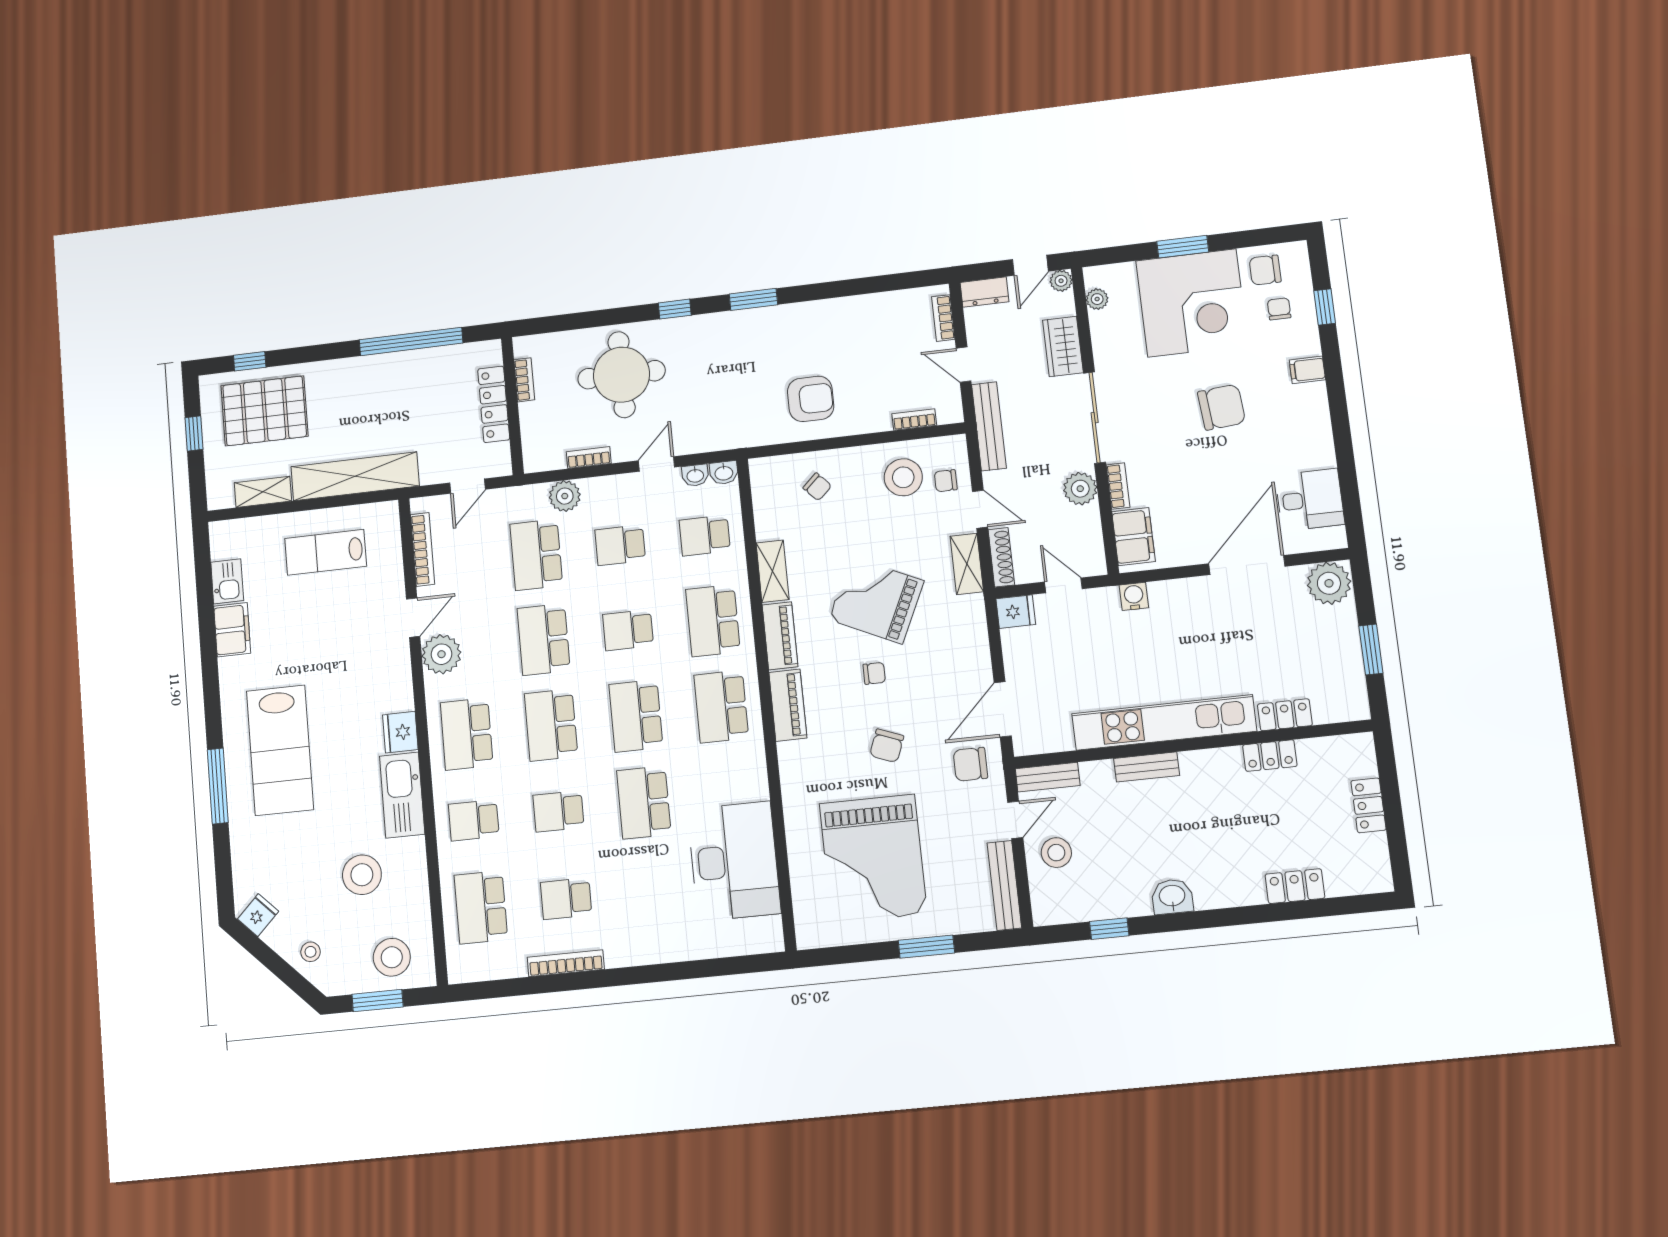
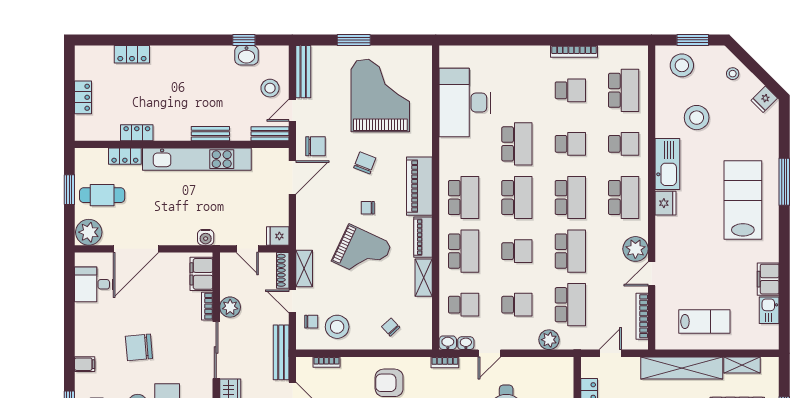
bookcase: (589, 458) -> (445, 362), moved
cafe table: (1315, 646) -> (102, 195), added
piano: (788, 705) -> (419, 186), width x1.37, depth x1.33
washbasin: (1172, 897) -> (246, 55), moved

